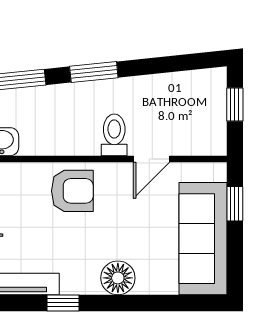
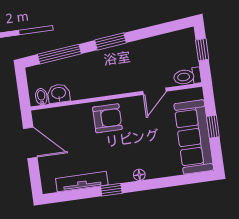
toilet: (114, 135) -> (187, 77), moved, turned -90
window: (235, 204) -> (213, 127), moved
floor lamp: (118, 278) -> (139, 175), width x0.53, depth x0.53

